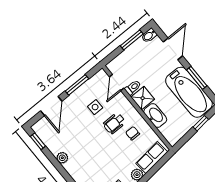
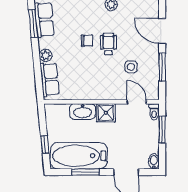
window: (132, 40) -> (162, 130), moved
toilet: (133, 88) -> (154, 112), moved
wheelchair: (114, 123) -> (108, 44), moved
chair: (133, 133) -> (87, 41), moved

